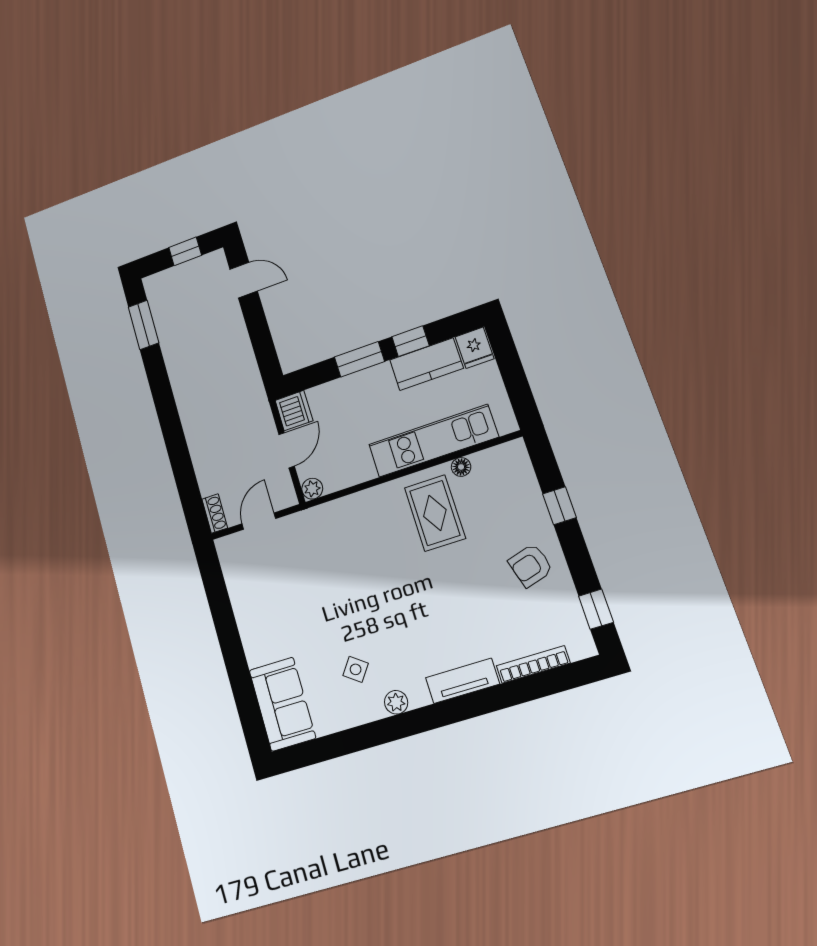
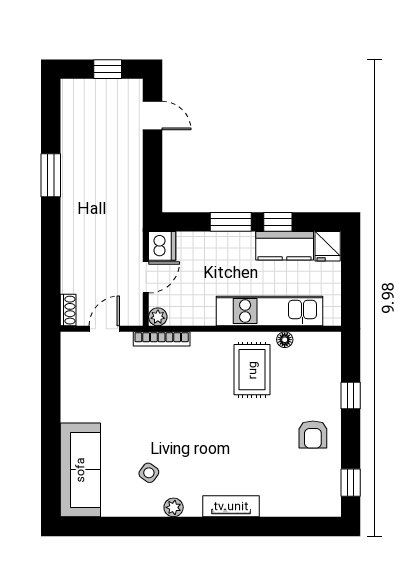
window: (144, 325) -> (51, 175), moved
armchair: (531, 565) -> (313, 434), turned -74
bookcase: (533, 664) -> (162, 339), moved, turned 180
sofa: (282, 704) -> (80, 470), width x1.36

